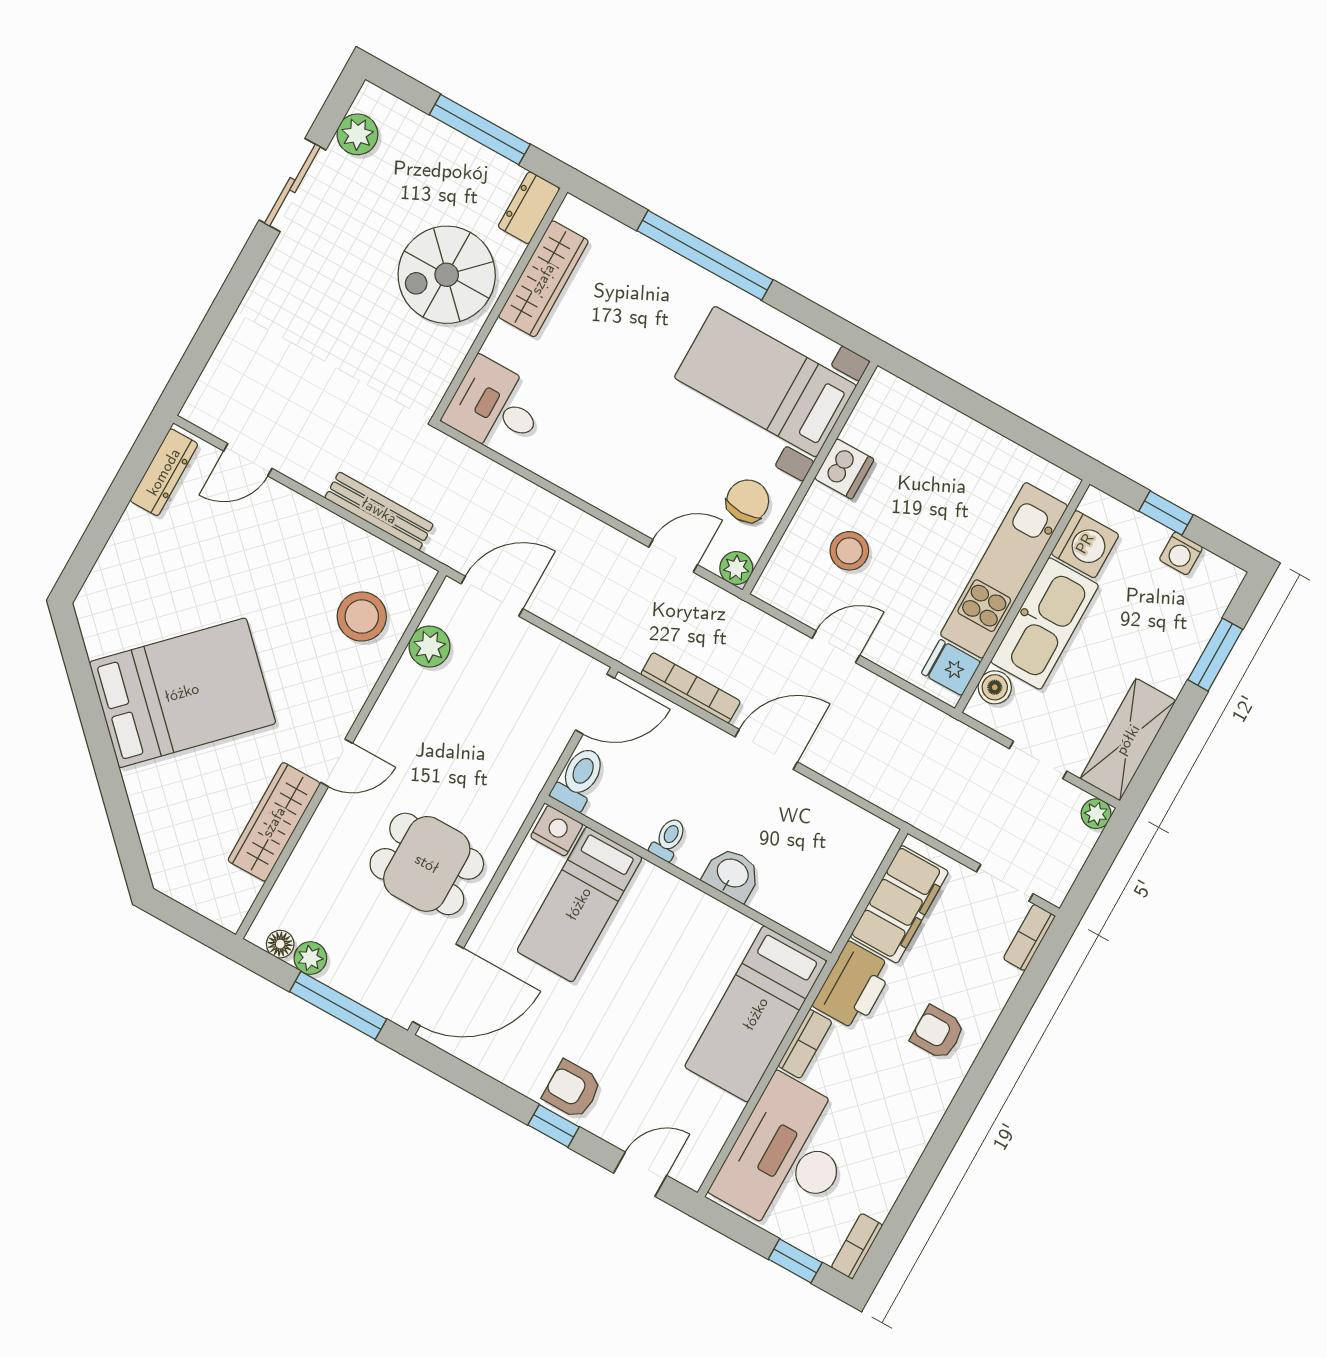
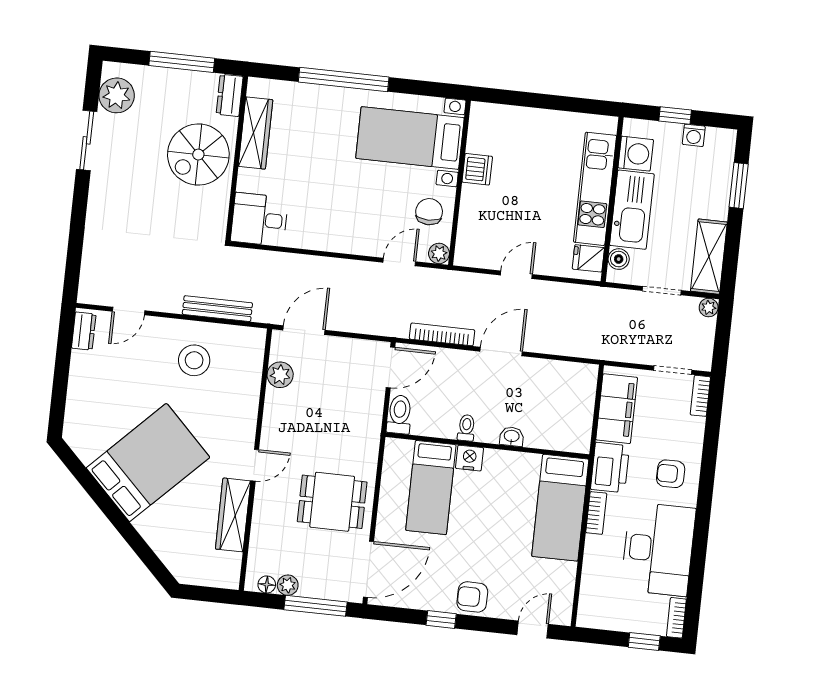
plant: (357, 134) -> (117, 95), width x1.36, depth x1.36
dresser: (164, 472) -> (84, 331), width x0.70
stool: (849, 551) -> (500, 216), removed
stool: (362, 617) -> (194, 360), moved
nightstand: (557, 831) -> (469, 458), moved
washbasin: (732, 874) -> (512, 436), width x0.72, depth x0.69
window: (554, 1126) -> (441, 620), moved
desk: (788, 1156) -> (658, 549), moved, turned 180

